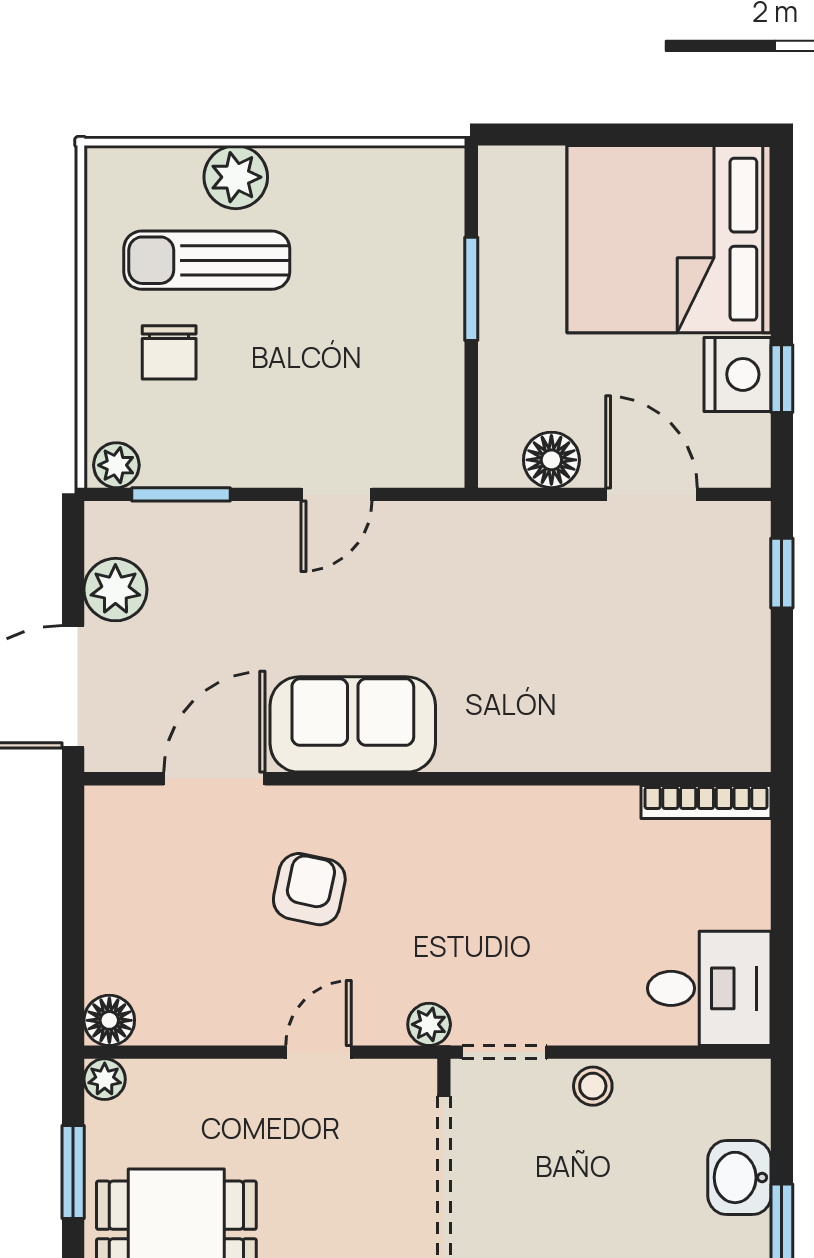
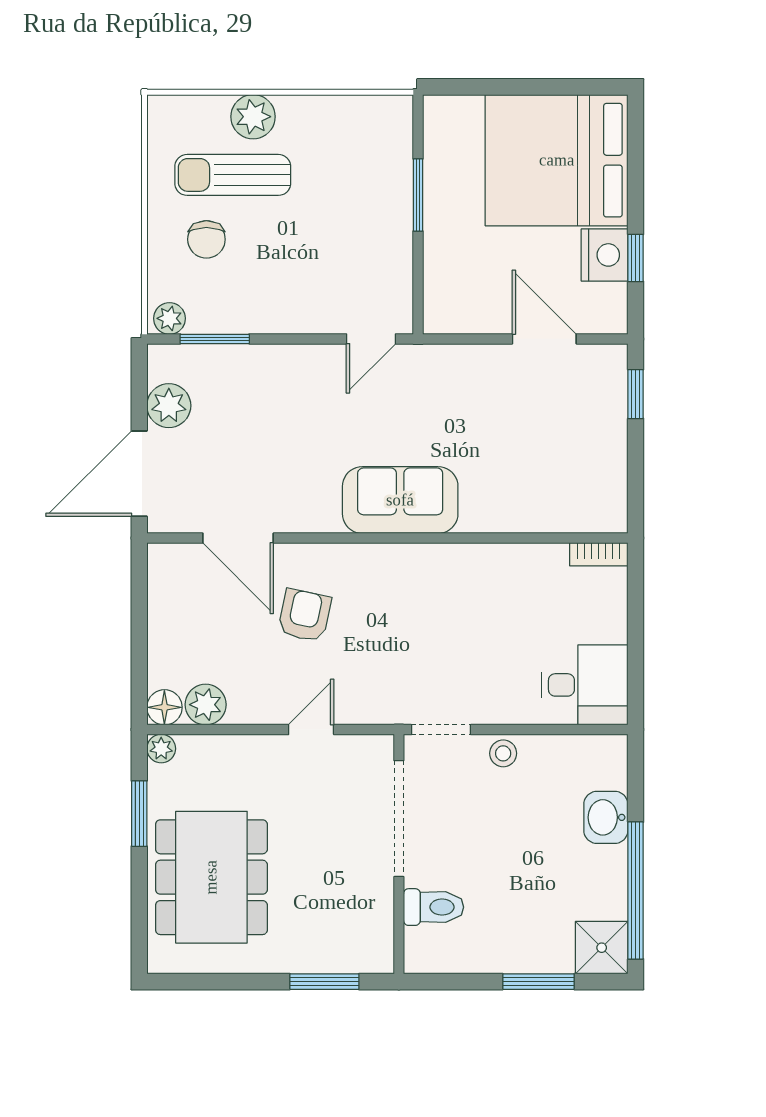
floor lamp: (551, 460) -> (474, 315), removed
door: (336, 494) -> (371, 339), moved
sofa: (353, 724) -> (400, 500), moved
door: (214, 779) -> (238, 538), swing flipped
bookcase: (706, 802) -> (599, 554), width x0.64
plant: (429, 1024) -> (206, 705), moved, width x1.38, depth x1.38

